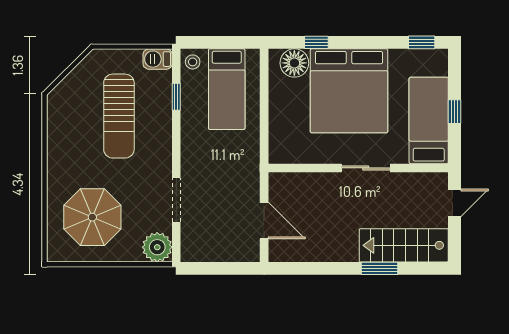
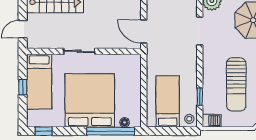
window: (316, 42) -> (111, 131), width x3.17
floor lamp: (294, 63) -> (125, 122), width x0.53, depth x0.53
sun lounger: (119, 116) -> (236, 84), turned 180
door: (264, 220) -> (144, 32), moved

